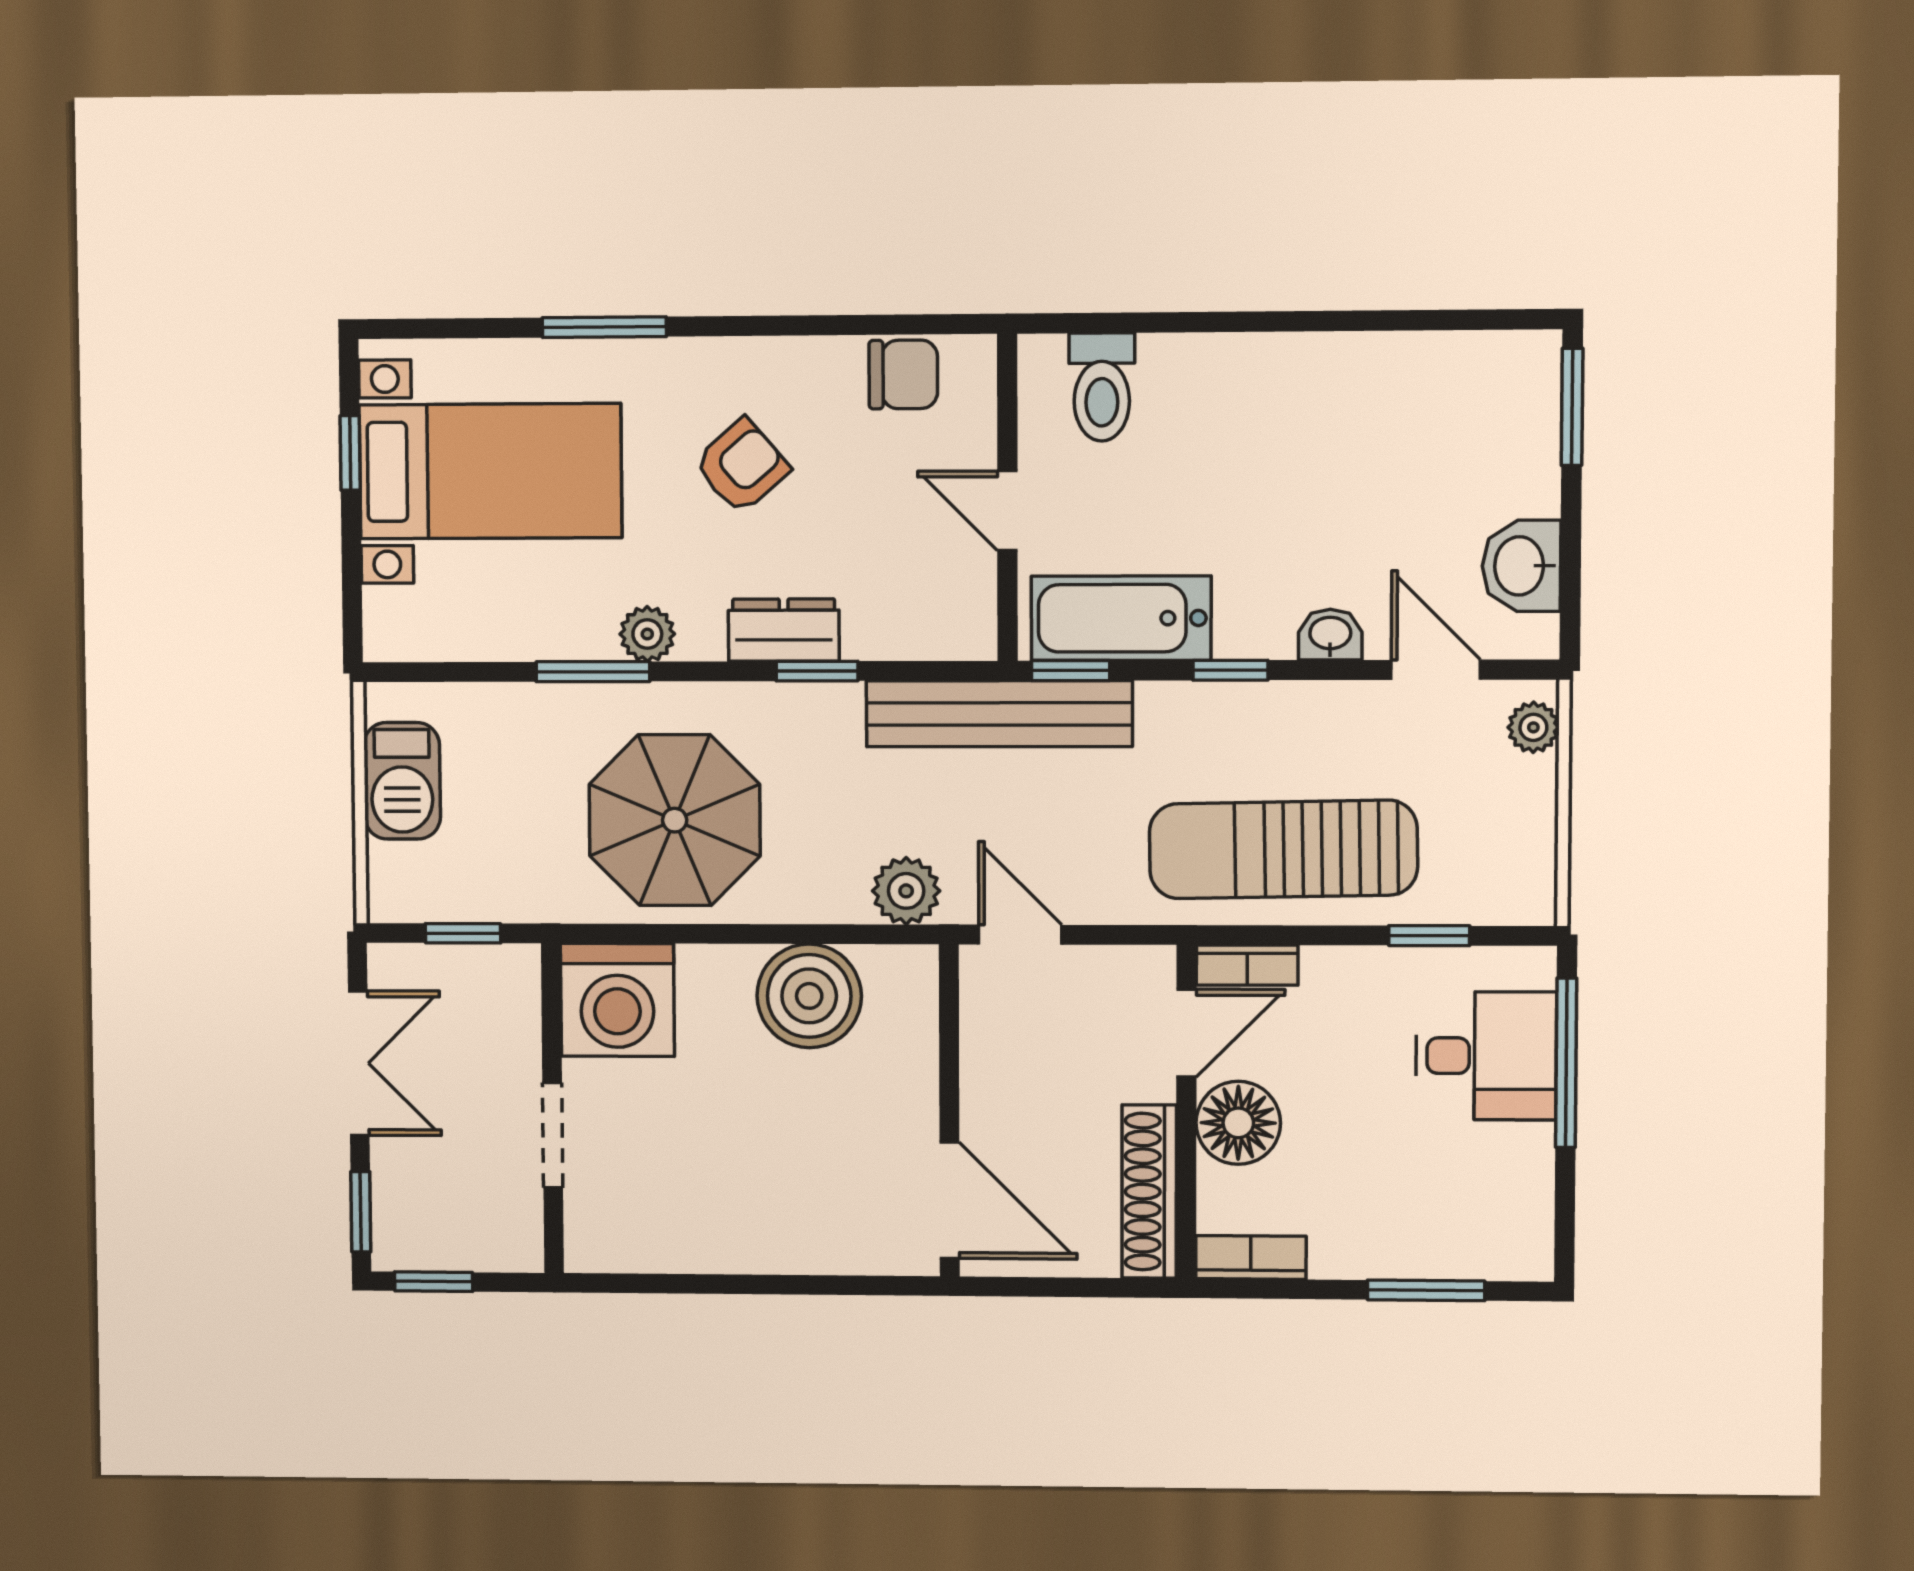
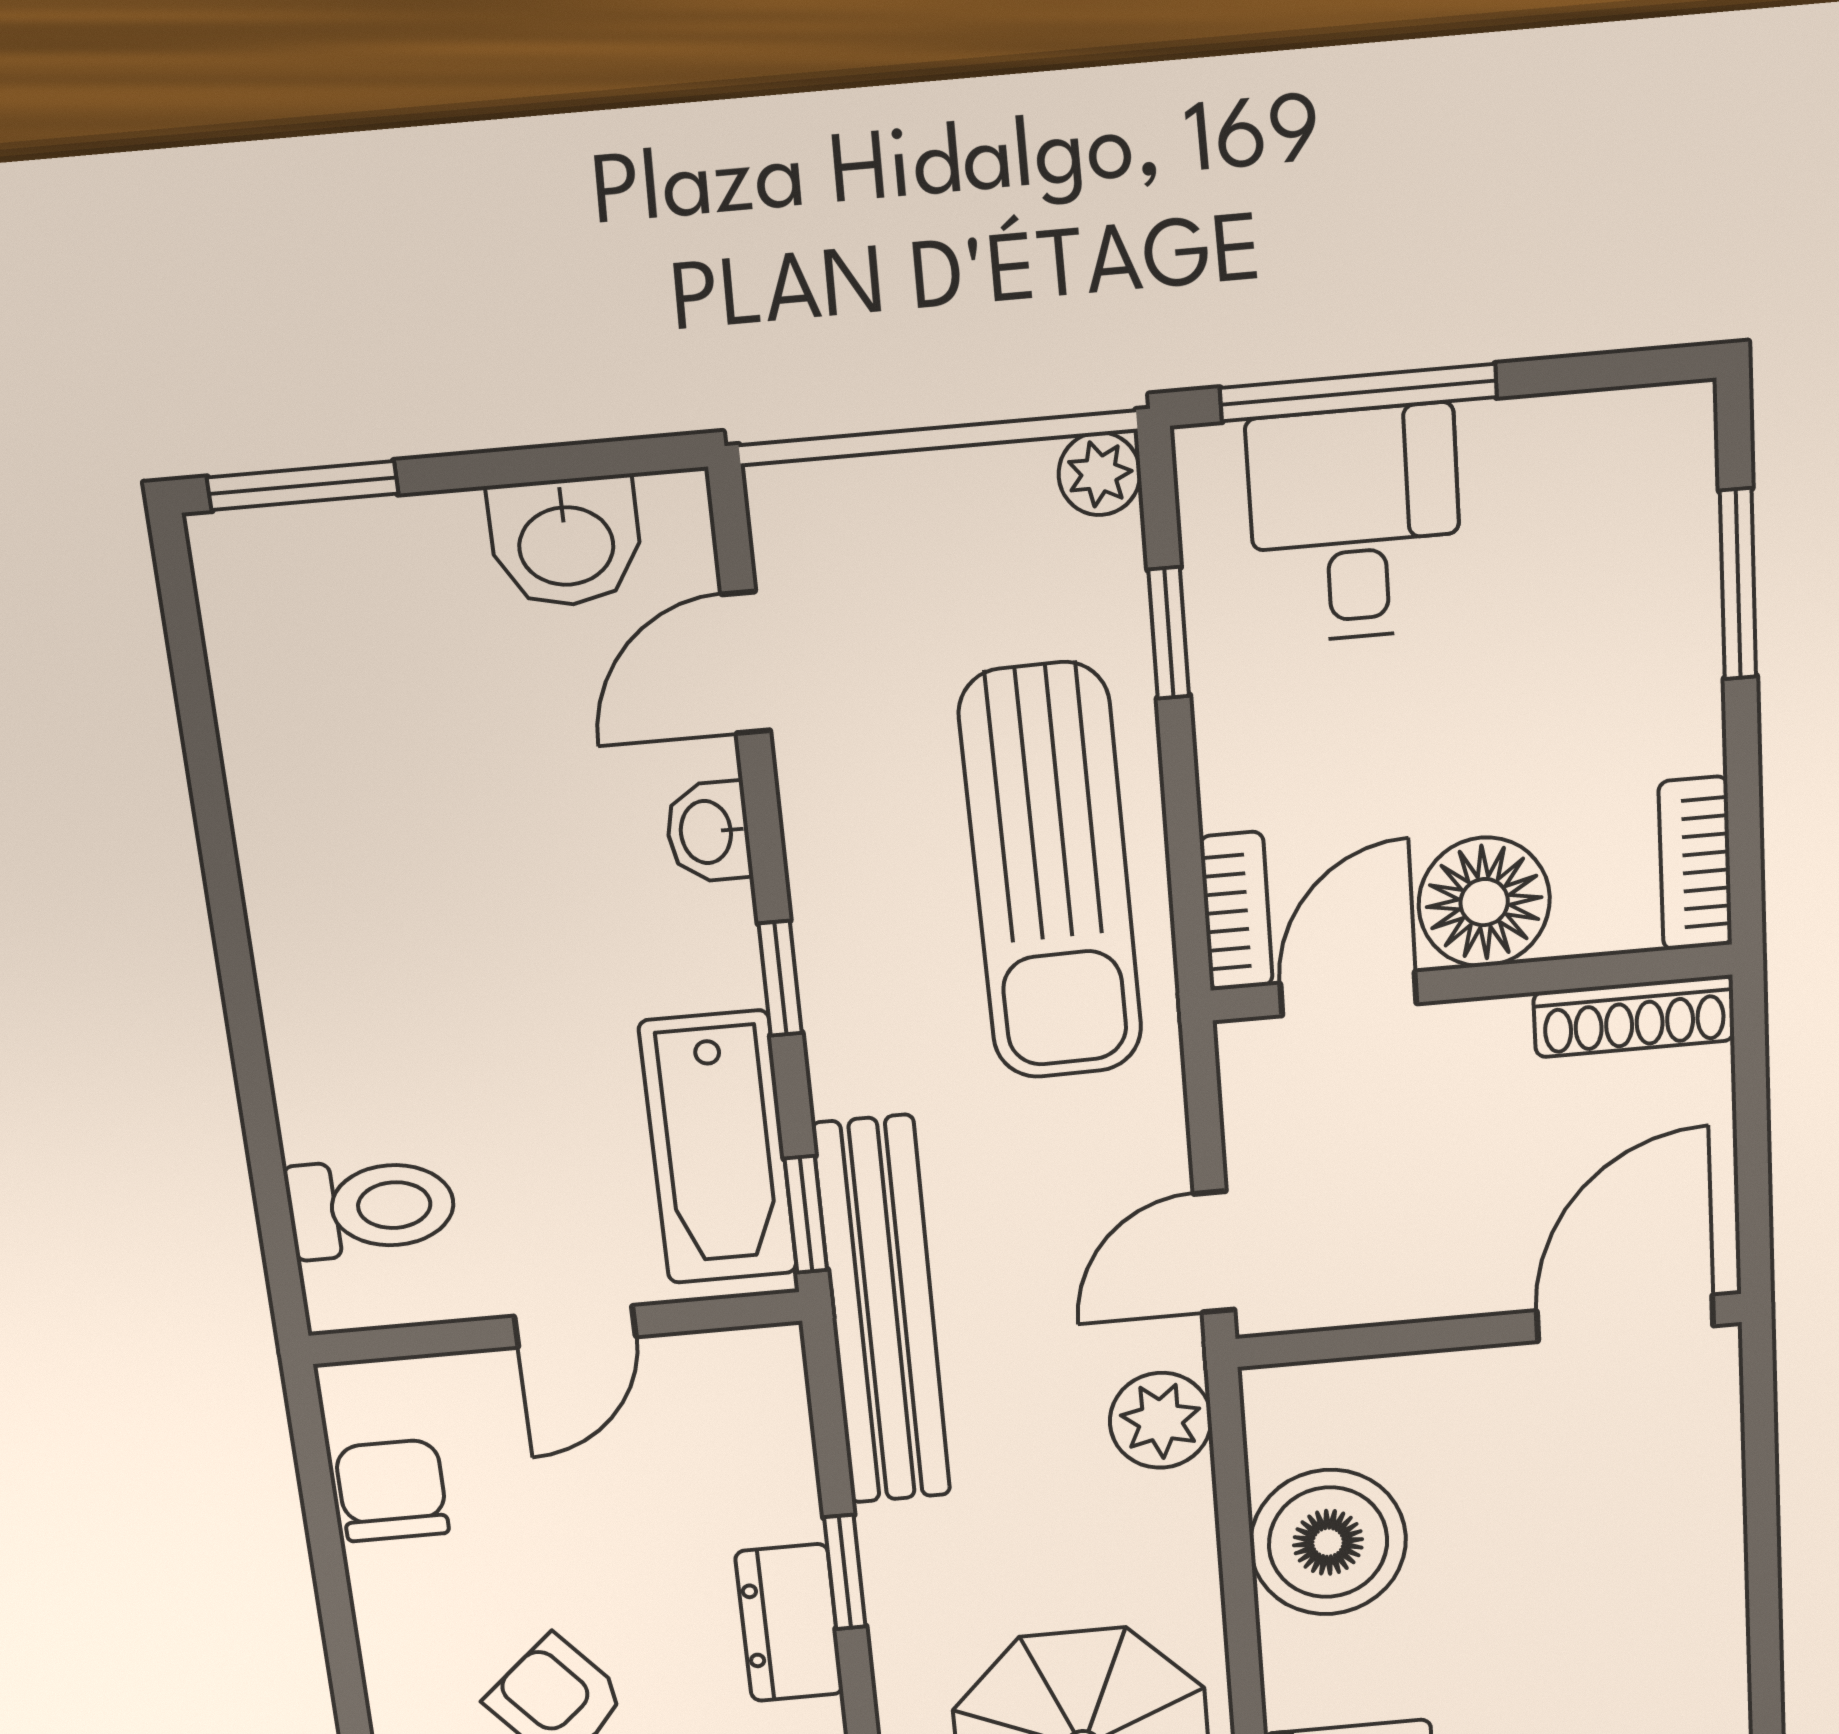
plant: (1533, 727) -> (1099, 474), moved
door: (1186, 1033) -> (1348, 993), hinge flipped
shoe rack: (1149, 1192) -> (1634, 1016), width x0.74, depth x0.81

